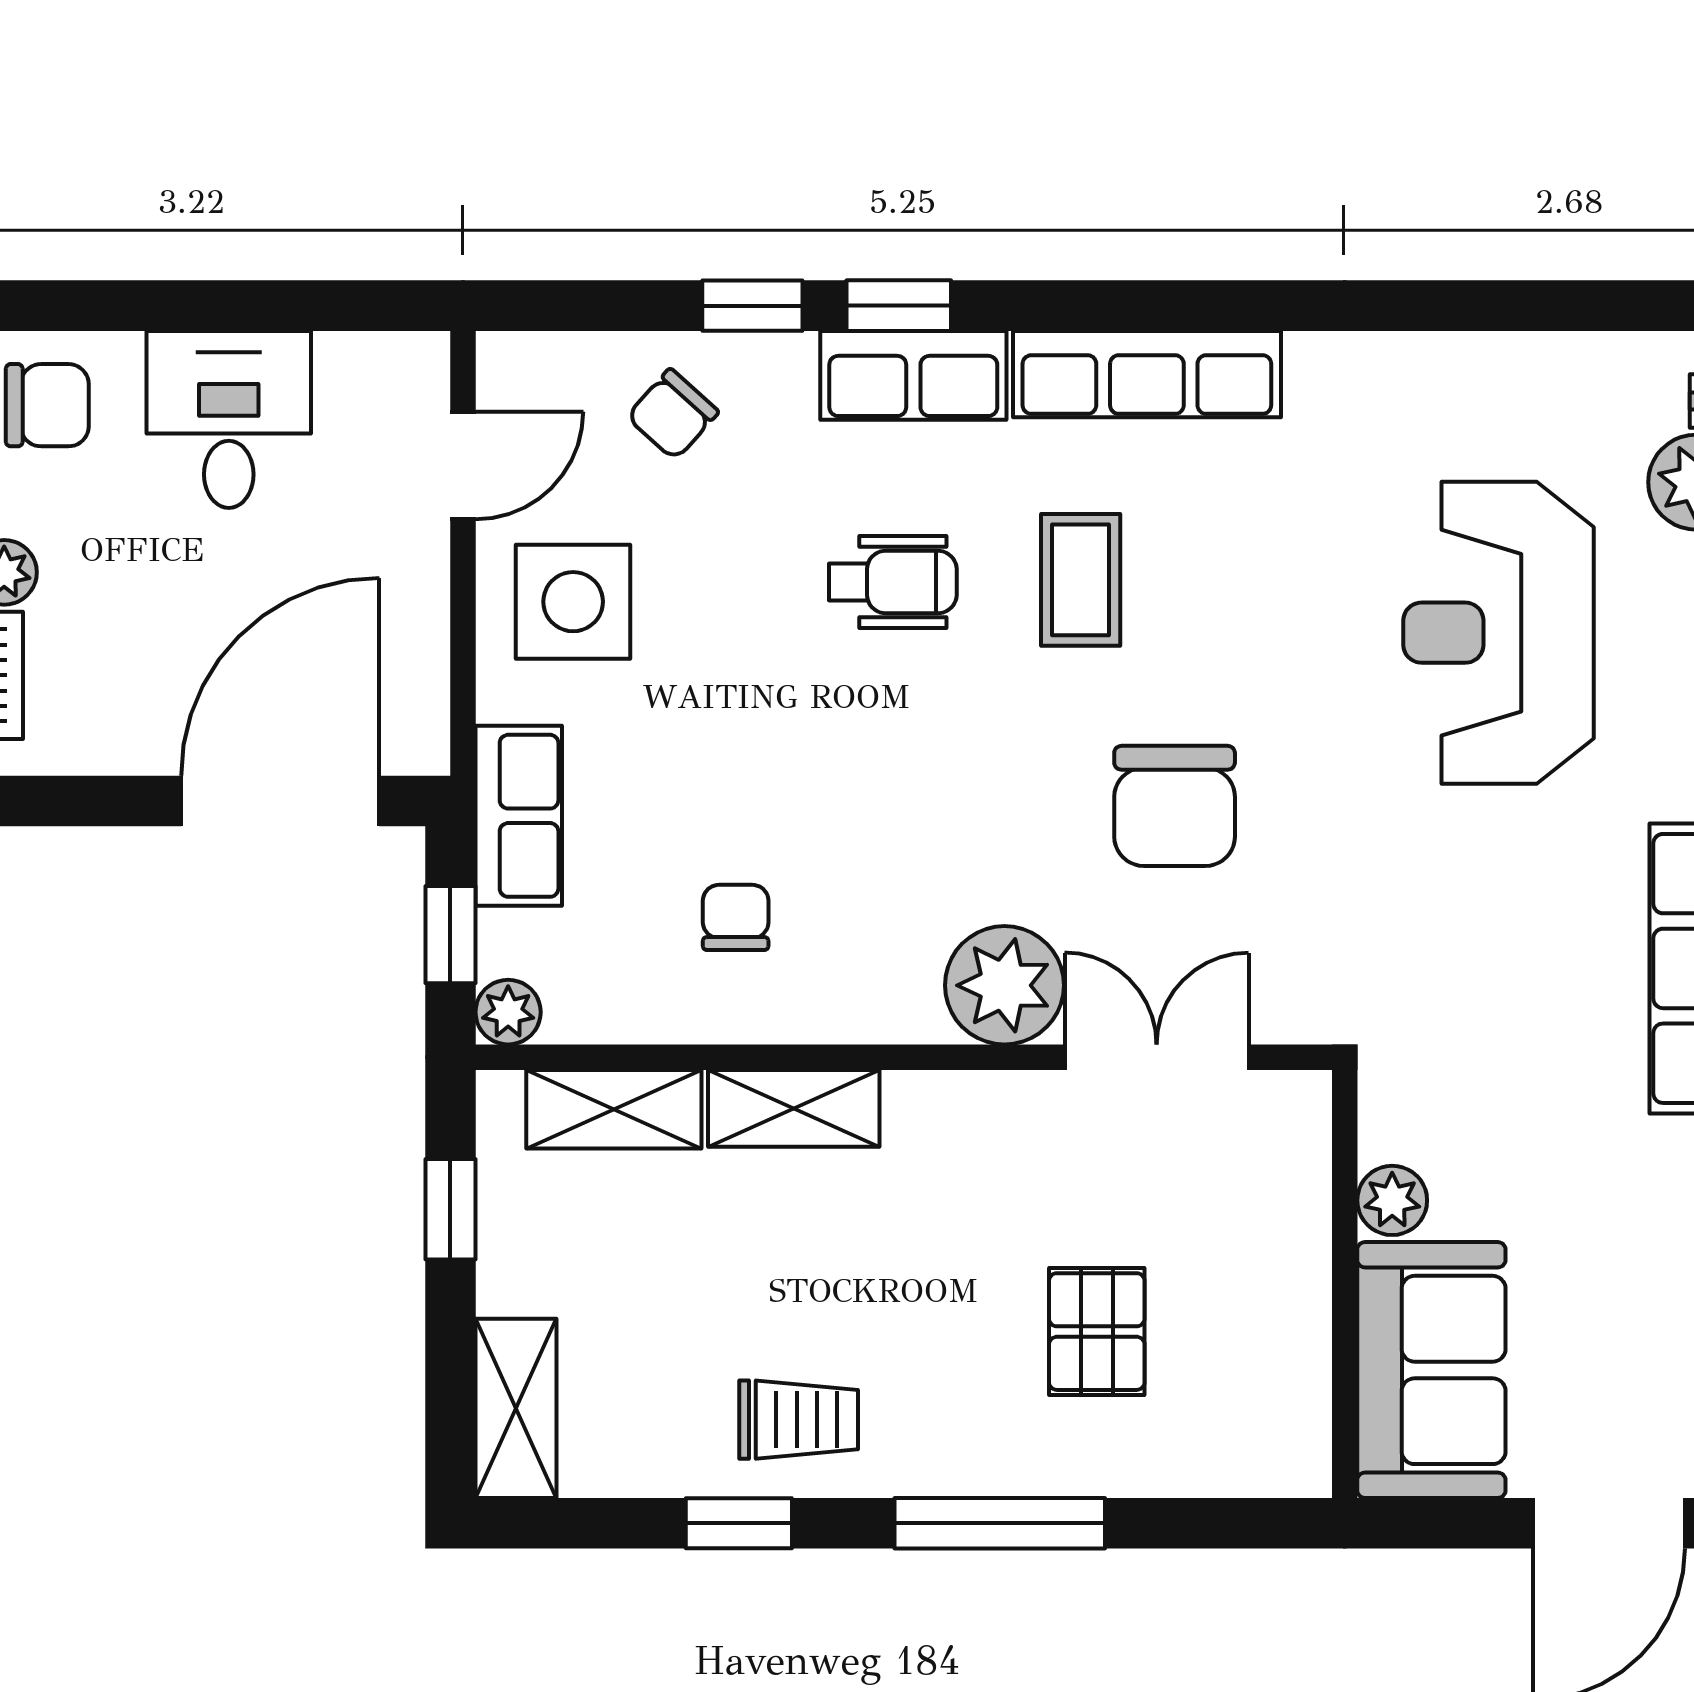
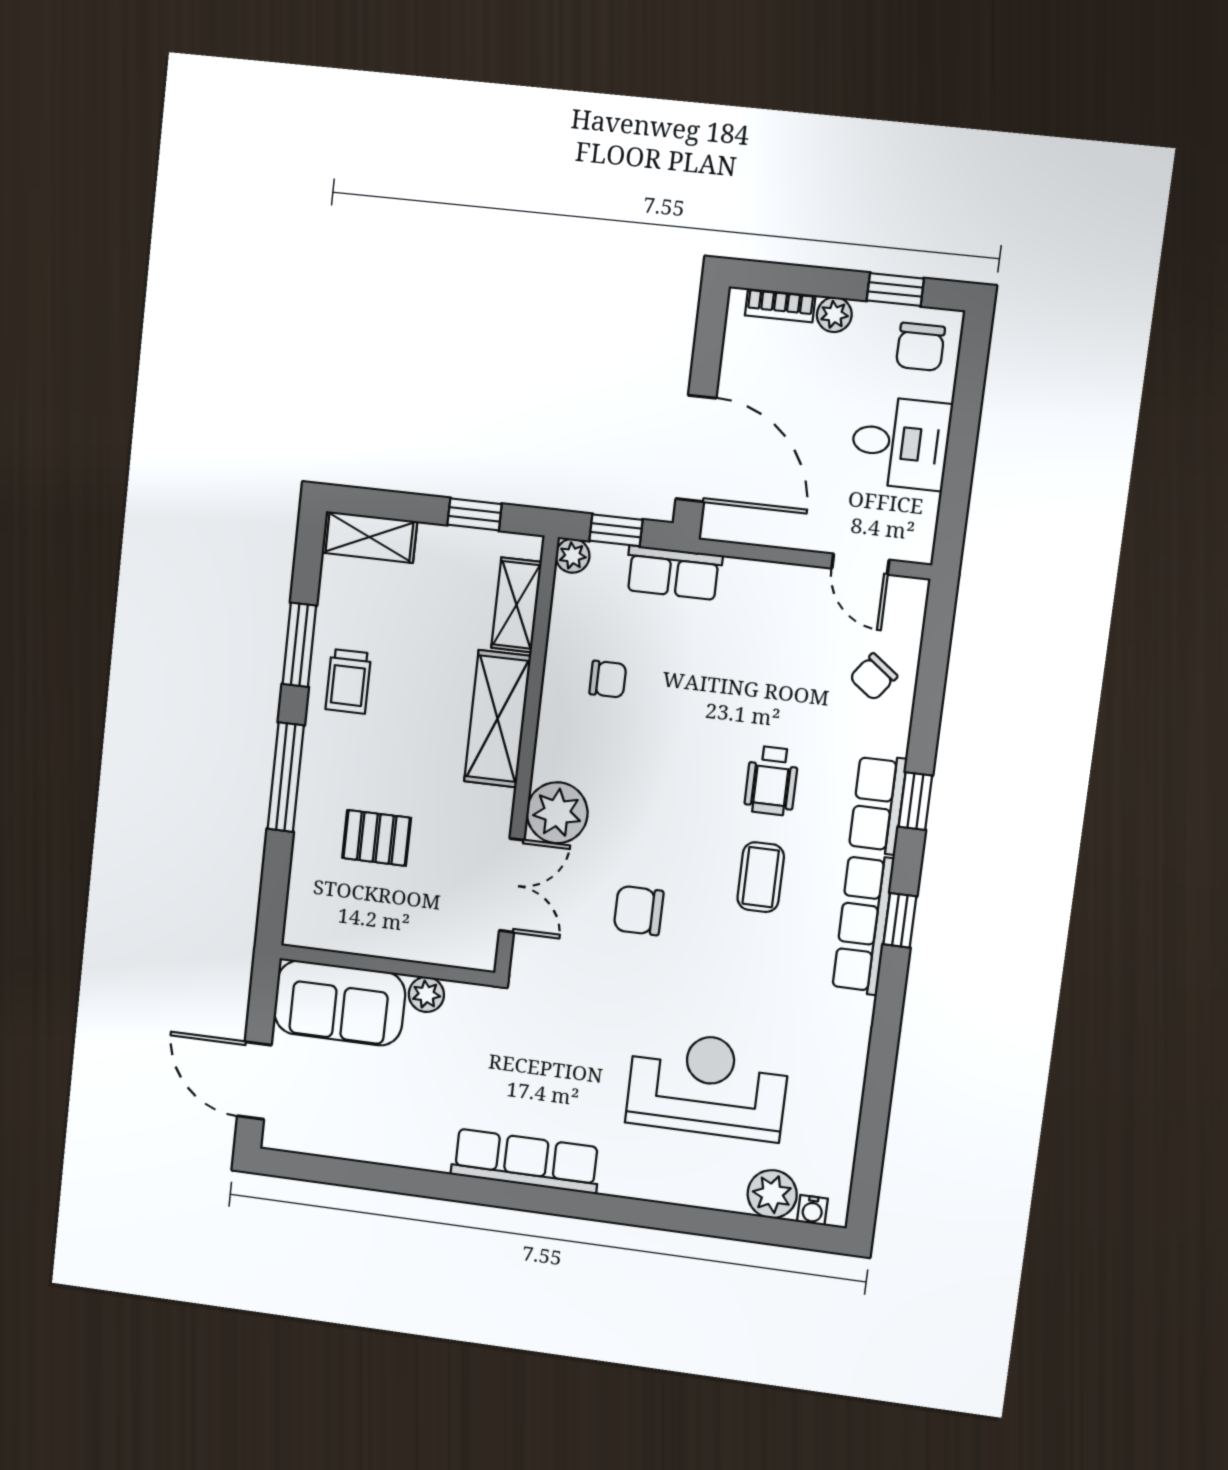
window: (752, 306) -> (900, 920), moved
chair: (673, 414) -> (873, 677), turned -95
coffee table: (1081, 580) -> (761, 877), turned 90
side table: (573, 602) -> (782, 614), removed
chair: (1175, 806) -> (639, 910), width x0.73, depth x0.73
shelving: (794, 1108) -> (498, 719), width x1.50, depth x1.33
window: (739, 1523) -> (299, 645), width x1.50

